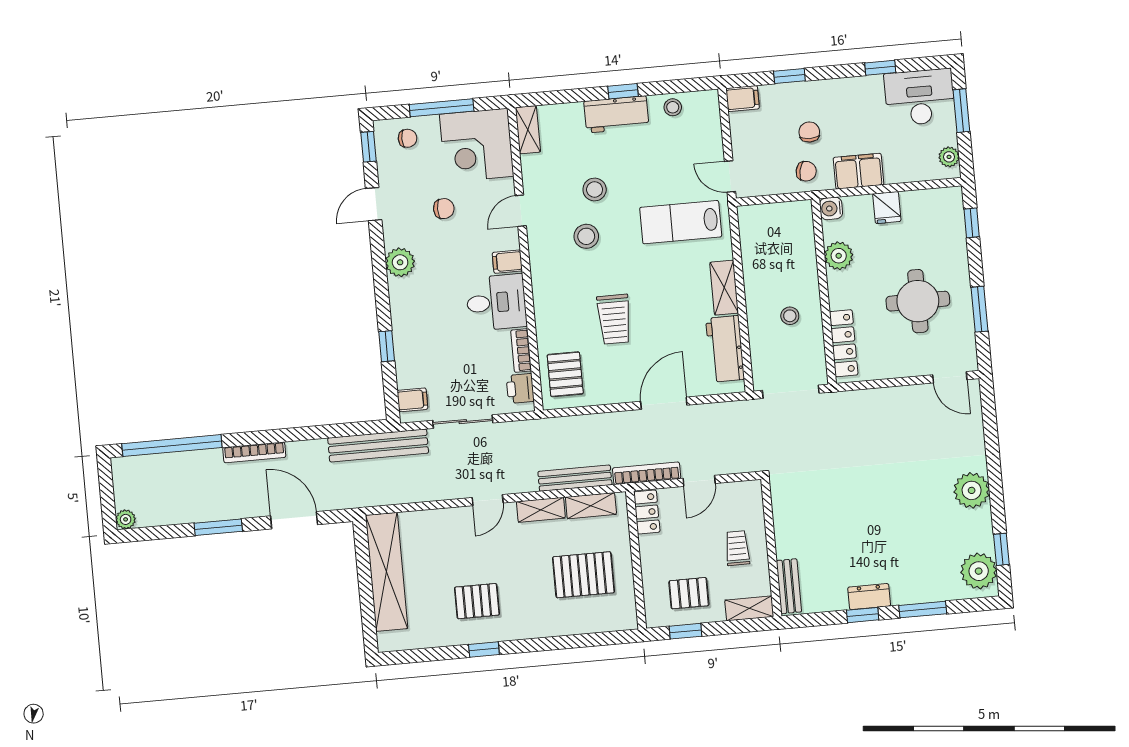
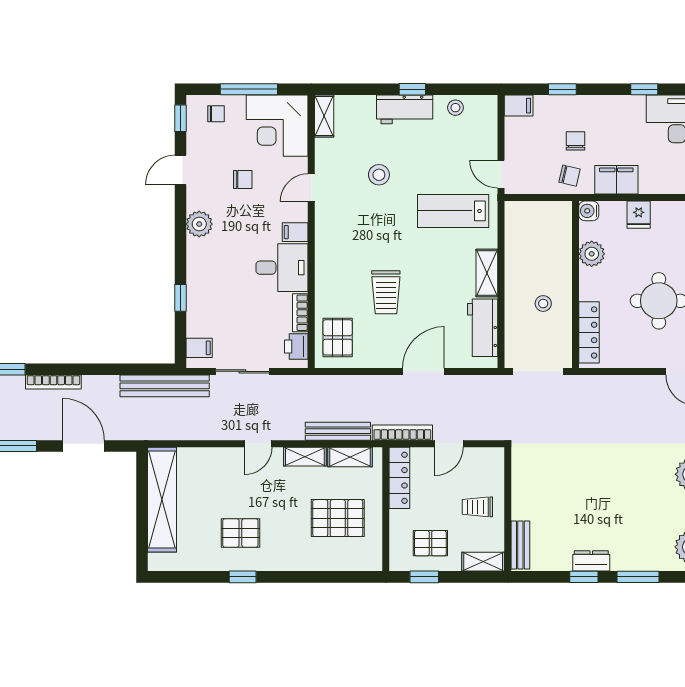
stool: (586, 236) -> (368, 216), removed
locker: (647, 512) -> (399, 478), width x1.53
trolley: (737, 548) -> (477, 507), turned -90

